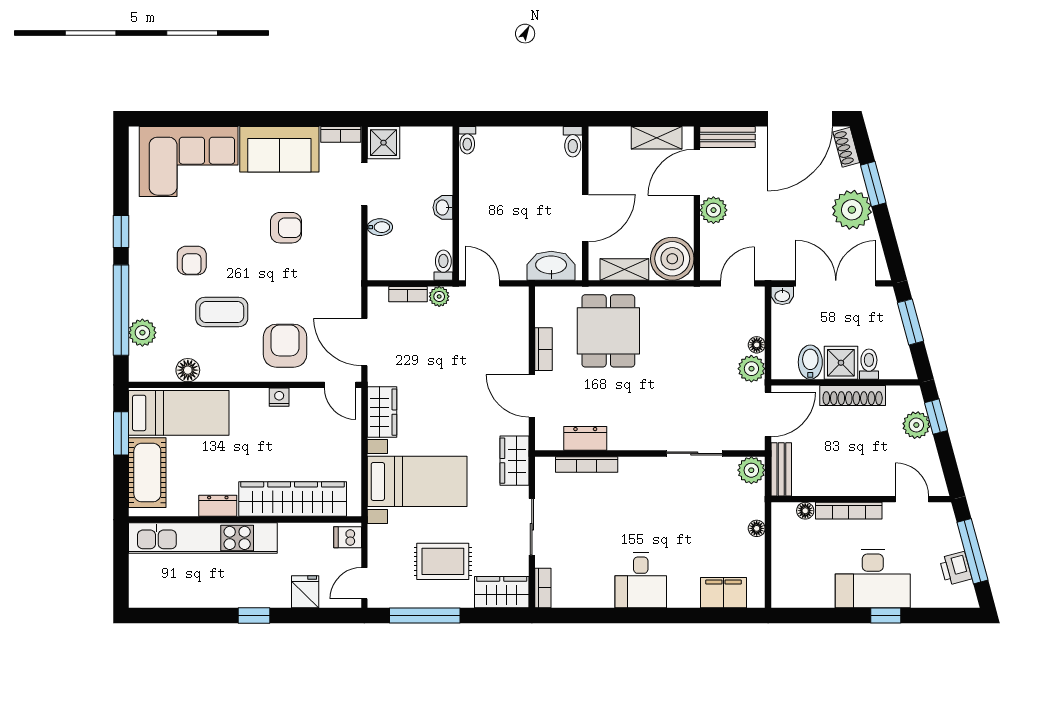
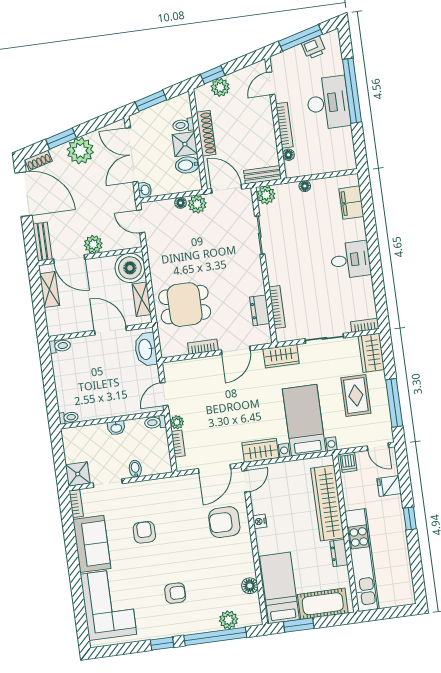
coffee table: (222, 312) -> (207, 568), removed
window: (886, 615) -> (352, 91), width x3.17

